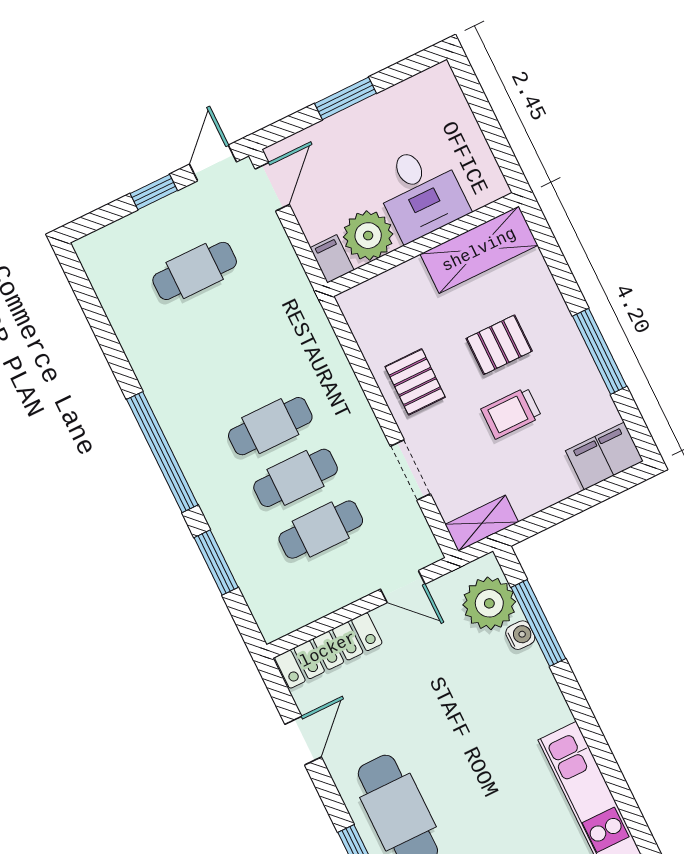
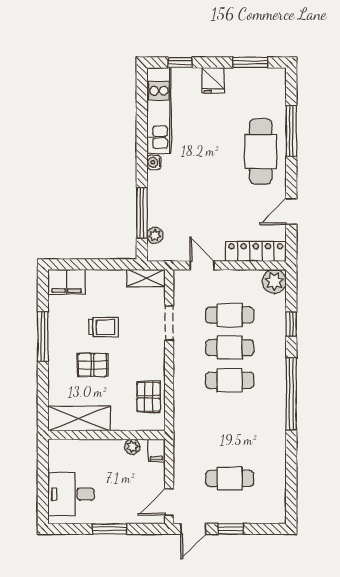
desk: (420, 192) -> (71, 494), moved, turned -90
plant: (368, 236) -> (132, 447), width x0.53, depth x0.53
pallet: (415, 382) -> (149, 397), moved
window: (216, 562) -> (291, 324), width x0.67
plant: (489, 603) -> (155, 235), width x0.53, depth x0.53
plant: (276, 617) -> (274, 281), added
water cooler: (520, 635) -> (154, 162), moved

